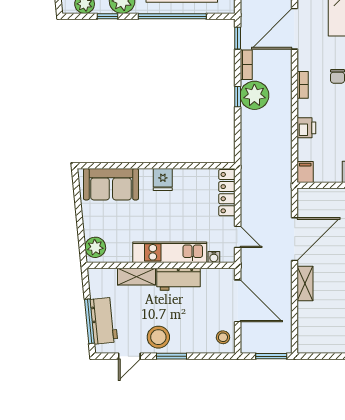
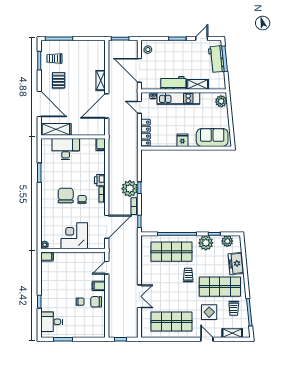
printer: (306, 128) -> (100, 180), moved
stool: (158, 337) -> (185, 50), removed

